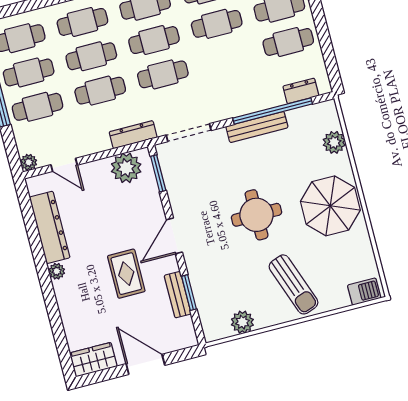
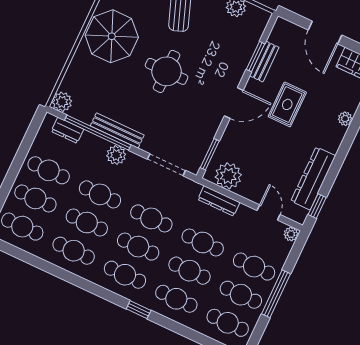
cafe table: (226, 58) -> (100, 194), added
plant: (240, 105) -> (116, 155), added
dresser: (133, 135) -> (219, 201), moved
plant: (334, 142) -> (62, 102), moved
window: (26, 206) -> (317, 206), added
plant: (57, 271) -> (345, 119), moved

